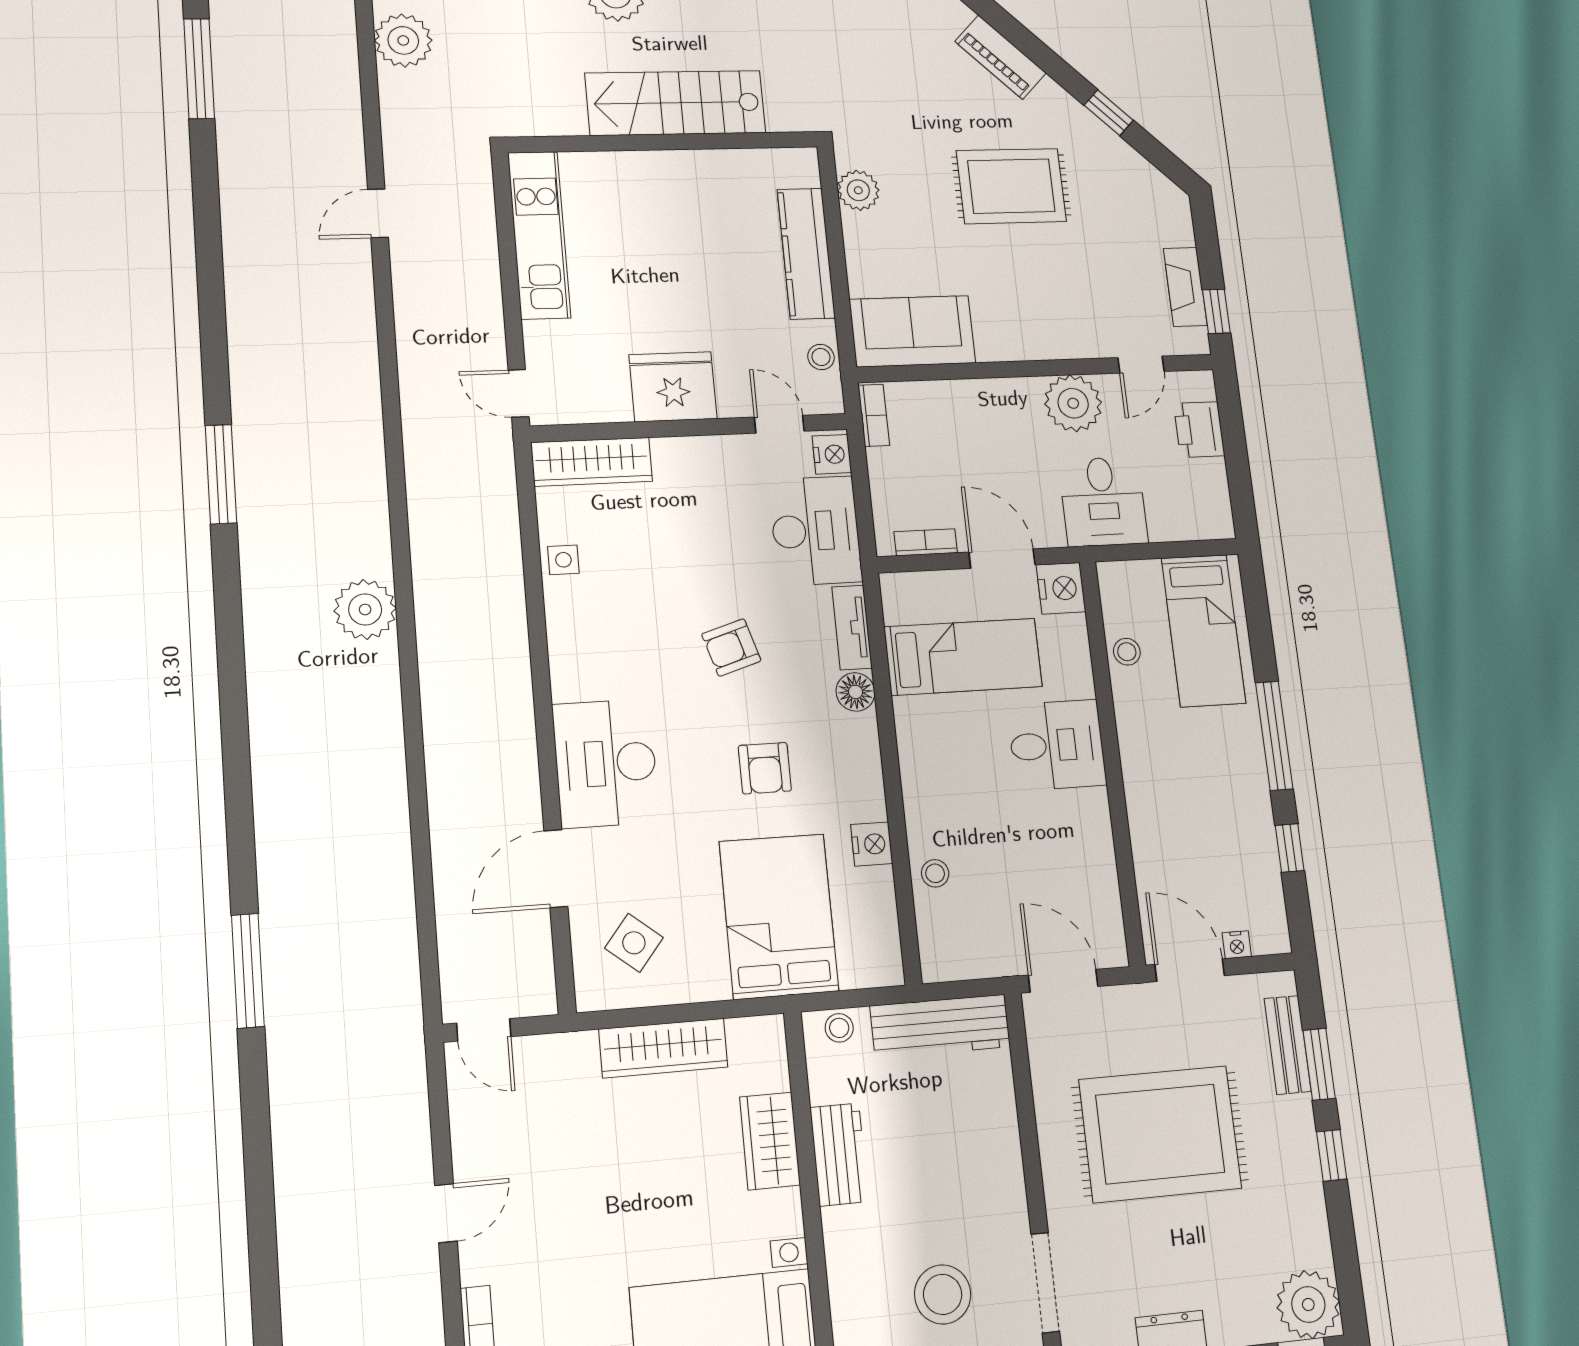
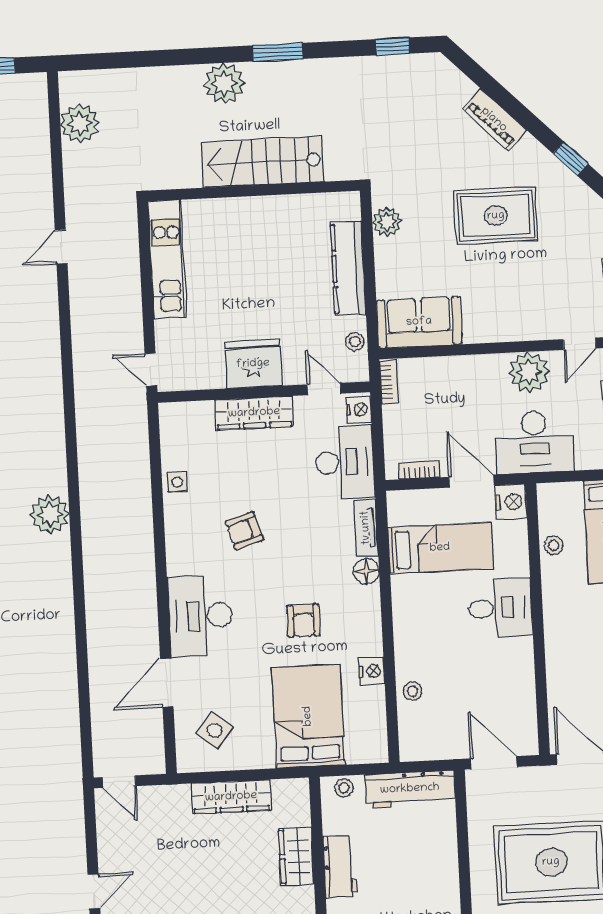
wardrobe: (592, 462) -> (254, 413), moved
desk: (1103, 502) -> (534, 442), width x1.37
armchair: (731, 647) -> (244, 531), moved

